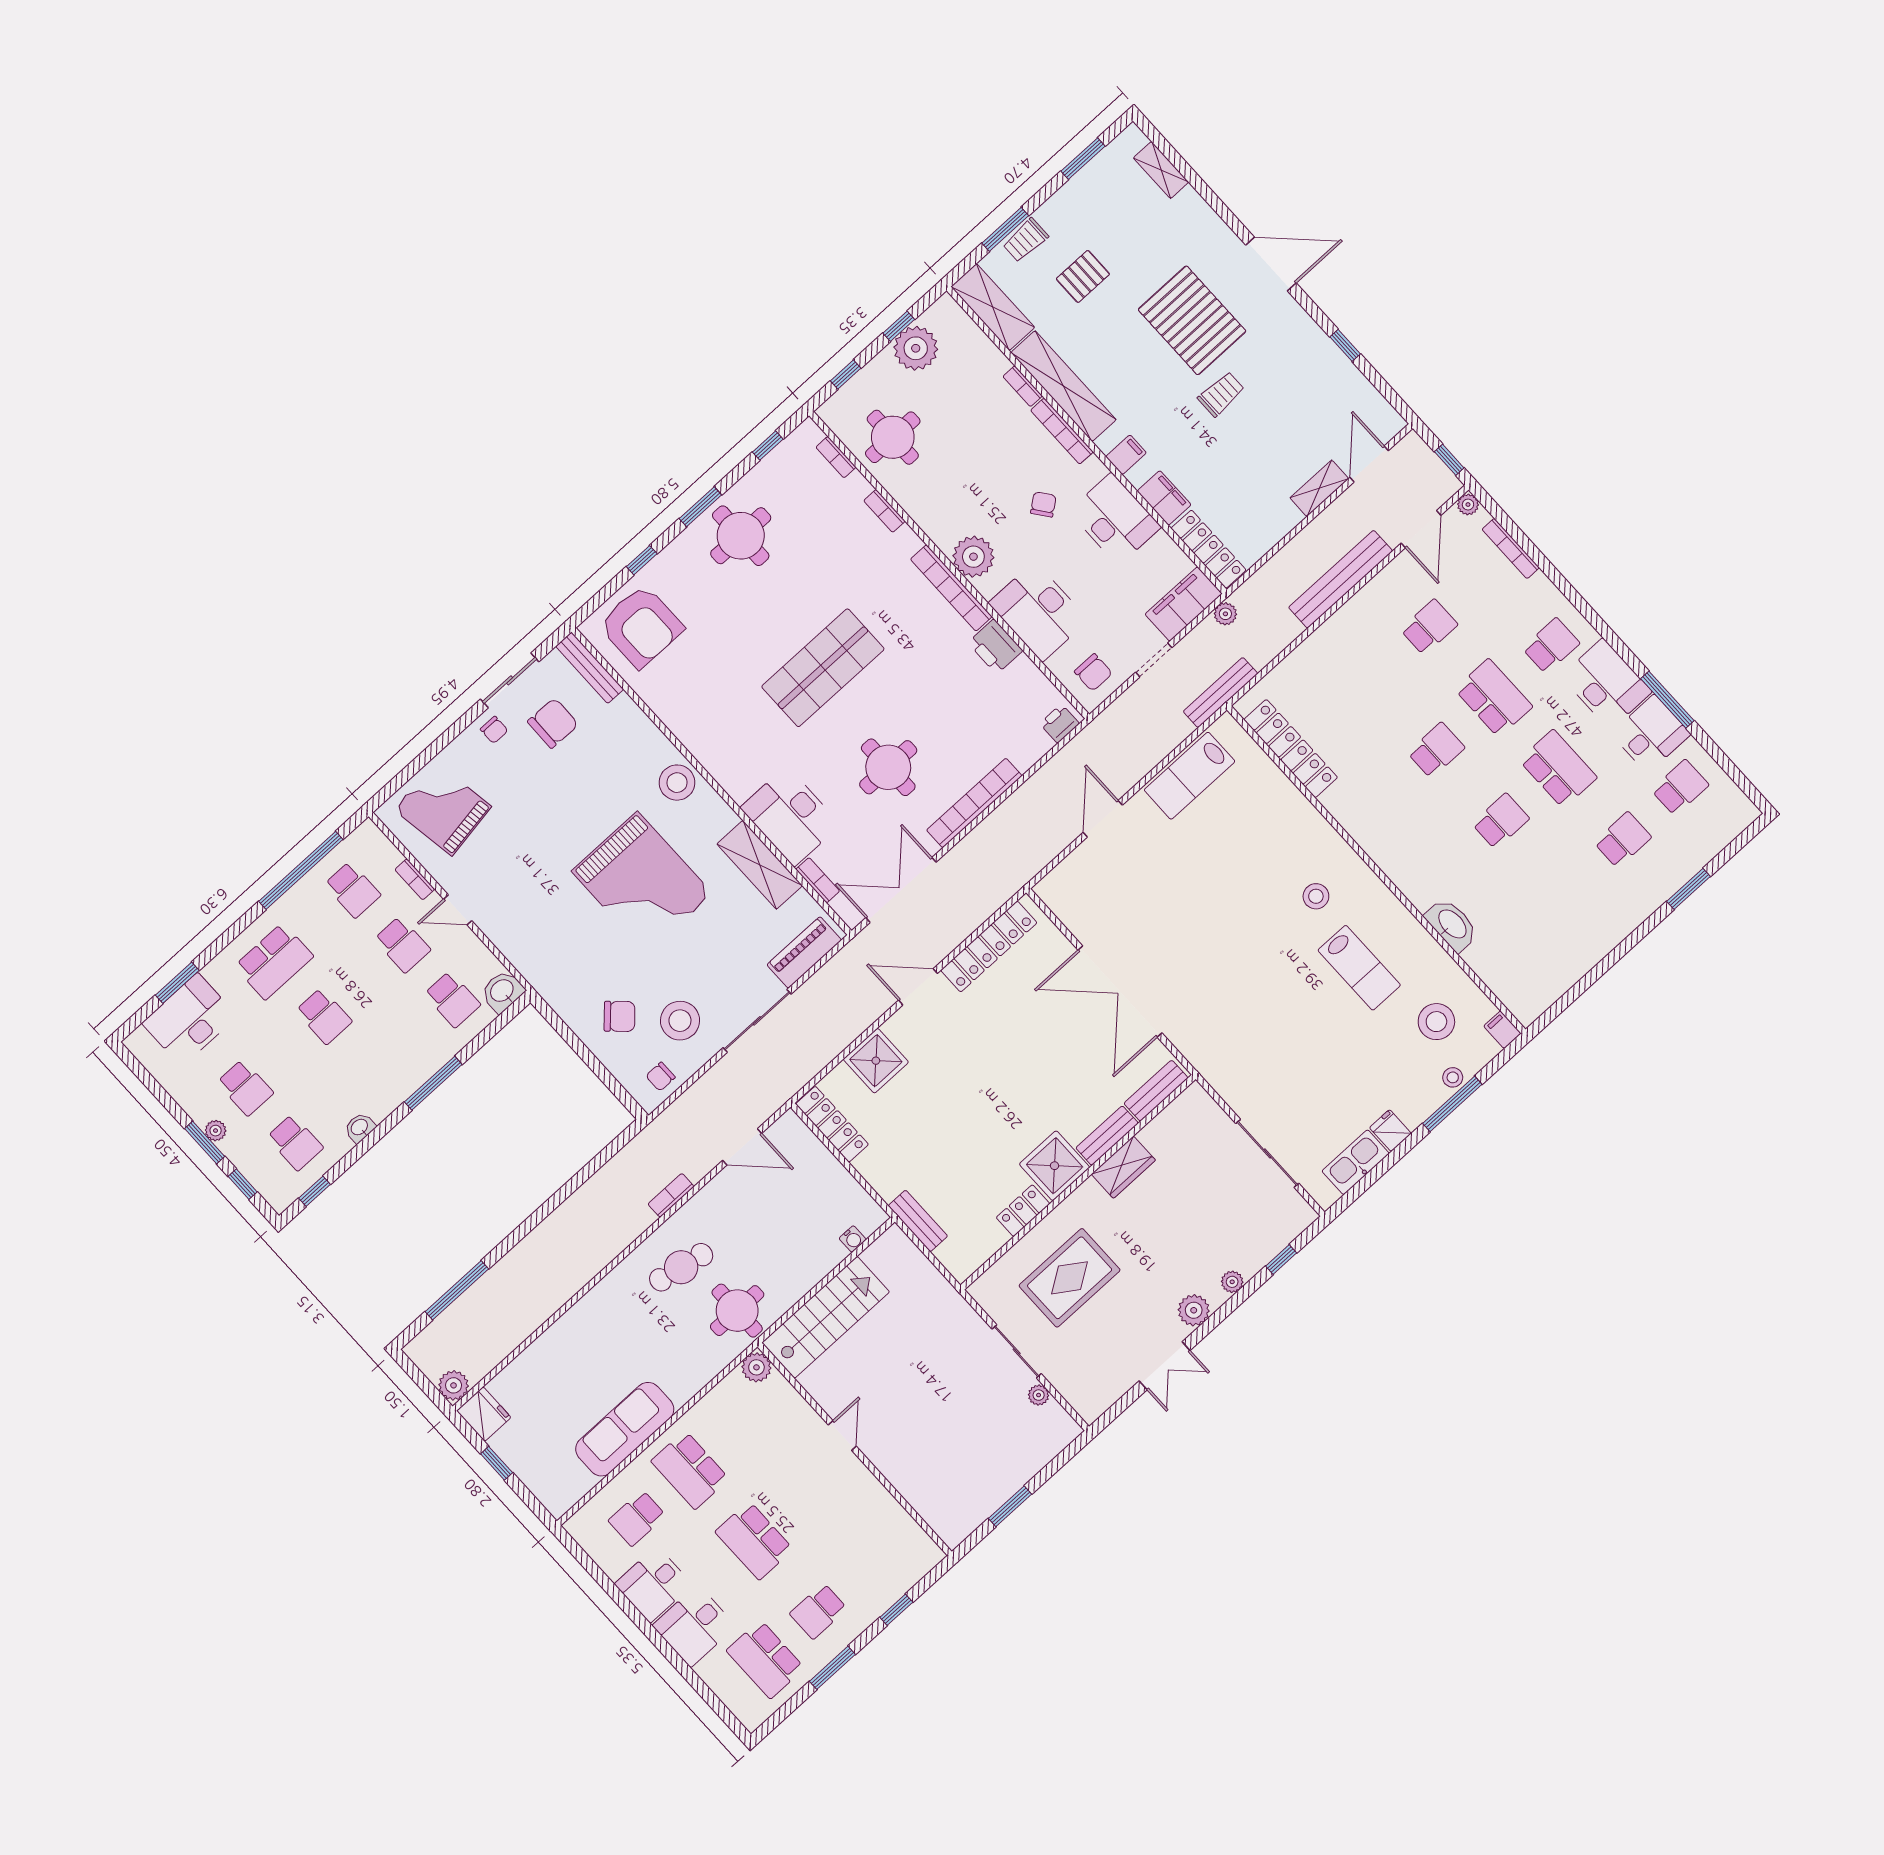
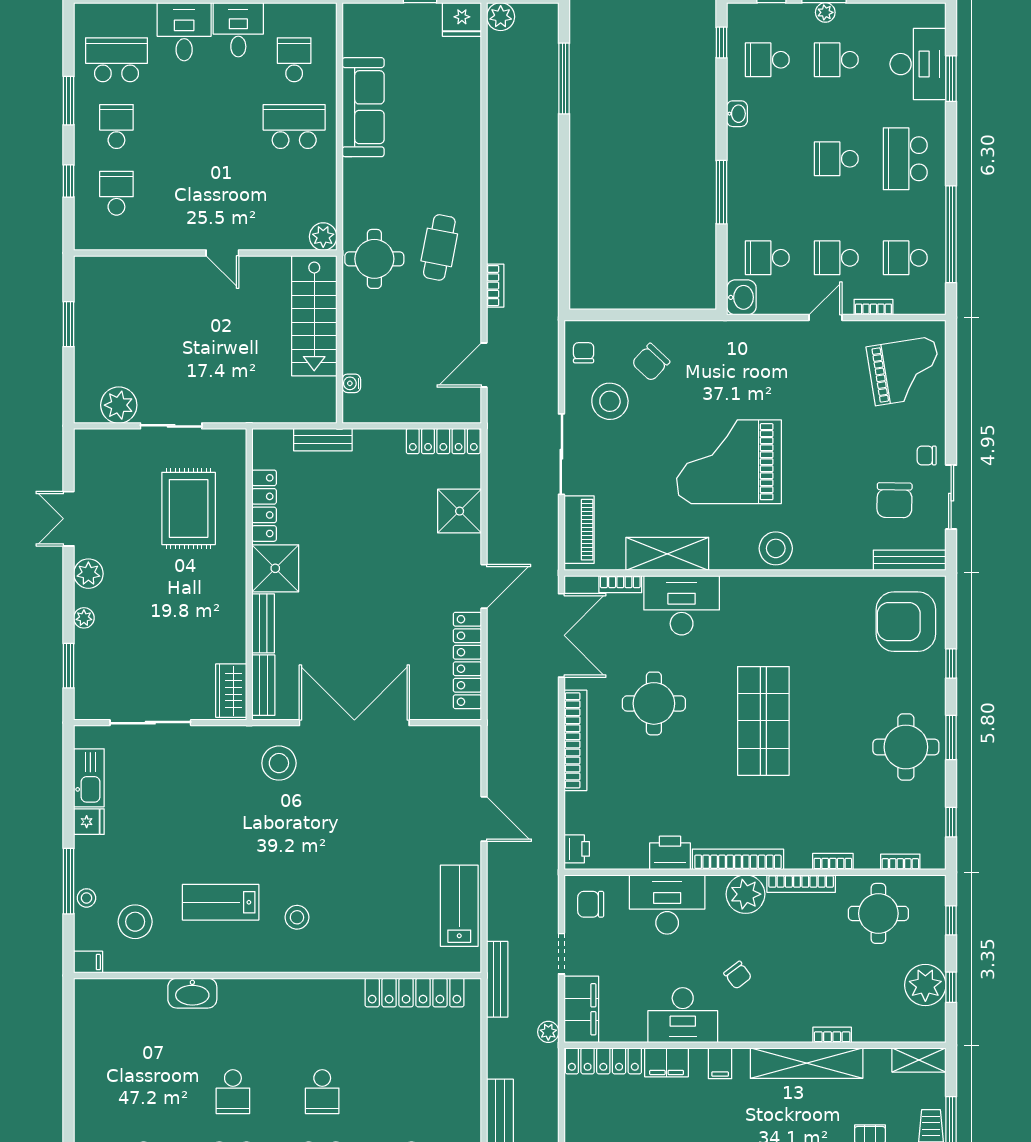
shelving: (993, 307) -> (919, 1060), width x0.67, depth x0.75
bookcase: (1062, 431) -> (801, 884), moved, turned 180
stool: (1207, 1022) -> (279, 763), added
wardrobe: (1123, 1167) -> (231, 691), moved
locker: (1023, 1211) -> (264, 506), width x1.53
window: (1281, 1259) -> (69, 666), width x1.50
plant: (1039, 1395) -> (119, 405), width x1.87, depth x1.87
school desk: (754, 1541) -> (116, 193), moved, width x0.54

